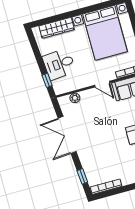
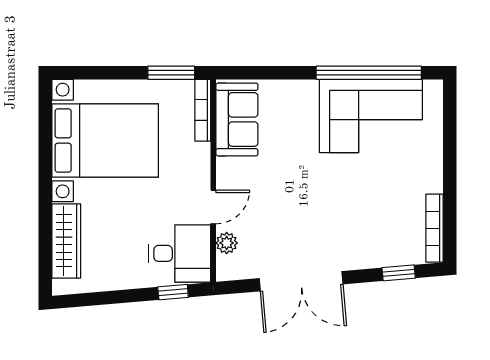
desk: (59, 64) -> (180, 253), moved, turned -85
door: (102, 84) -> (213, 207), moved

